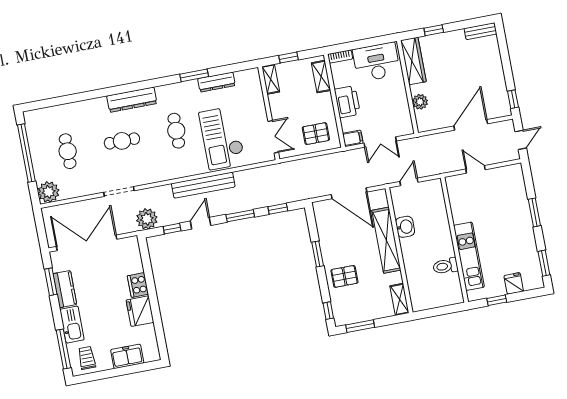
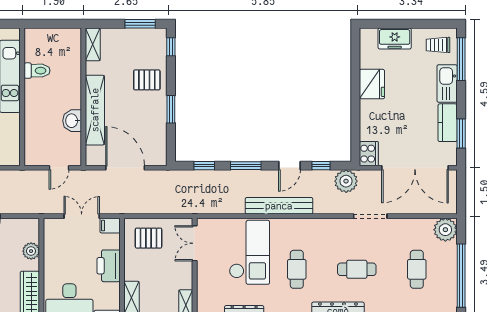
cooker: (138, 285) -> (369, 154), moved
trolley: (87, 358) -> (438, 45), turned 90

